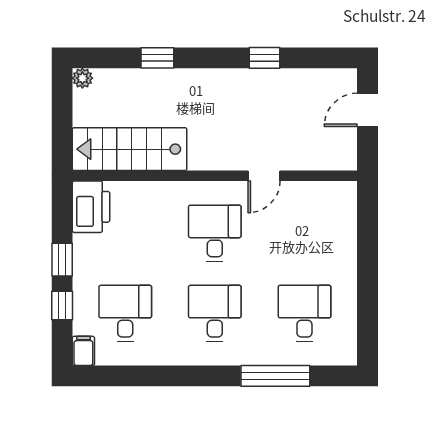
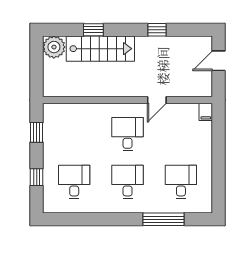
plant: (82, 78) -> (54, 47), width x1.88, depth x1.88
stairs: (130, 149) -> (100, 49), moved, turned 180
printer: (91, 207) -> (54, 118), removed
window: (62, 260) -> (37, 132), moved
filing cabinet: (83, 351) -> (206, 112), moved, turned 180

